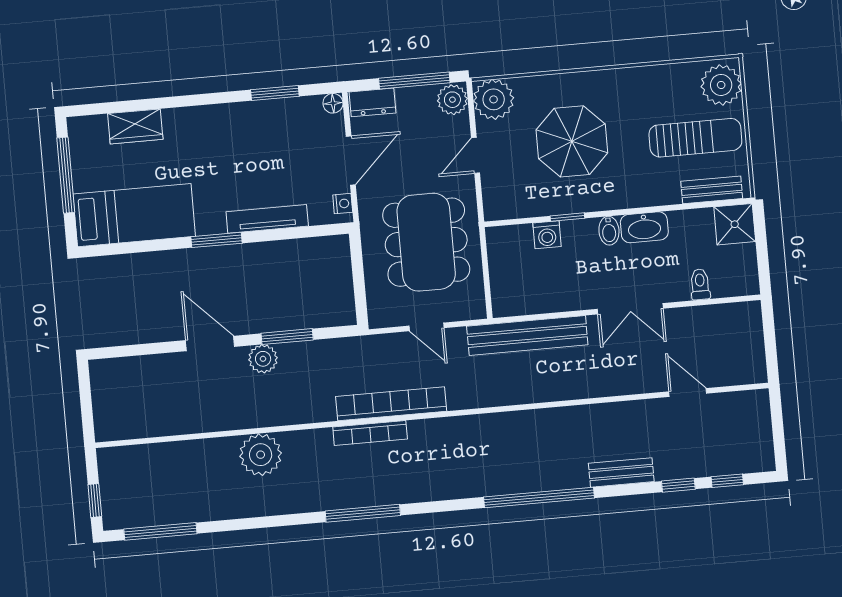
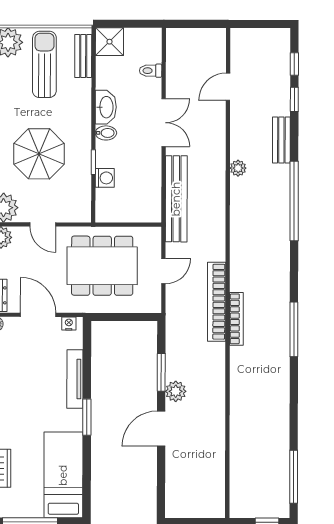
plant: (261, 455) -> (238, 168), moved, width x0.53, depth x0.53

